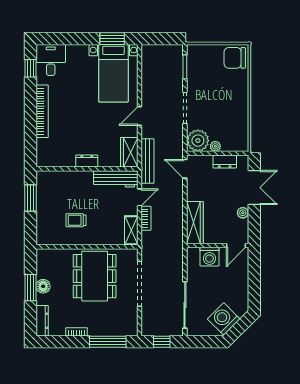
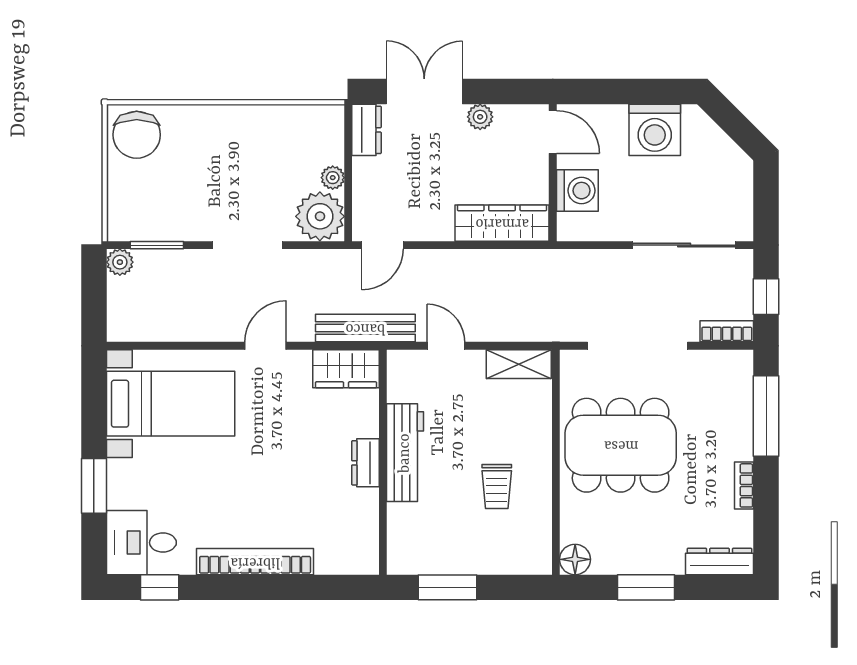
window: (112, 39) -> (94, 486), moved
plant: (177, 50) -> (120, 262), added
door: (140, 116) -> (266, 346), swing flipped
dresser: (225, 162) -> (367, 130), moved
workbench: (116, 179) -> (405, 453), moved
bookcase: (146, 218) -> (727, 331), moved
floor lamp: (43, 286) -> (575, 559), moved
washing machine: (224, 319) -> (655, 130), moved, turned -45

